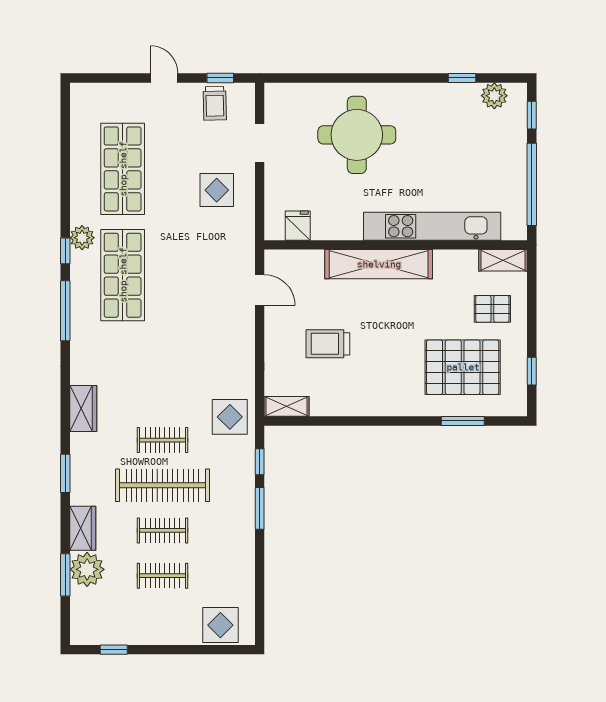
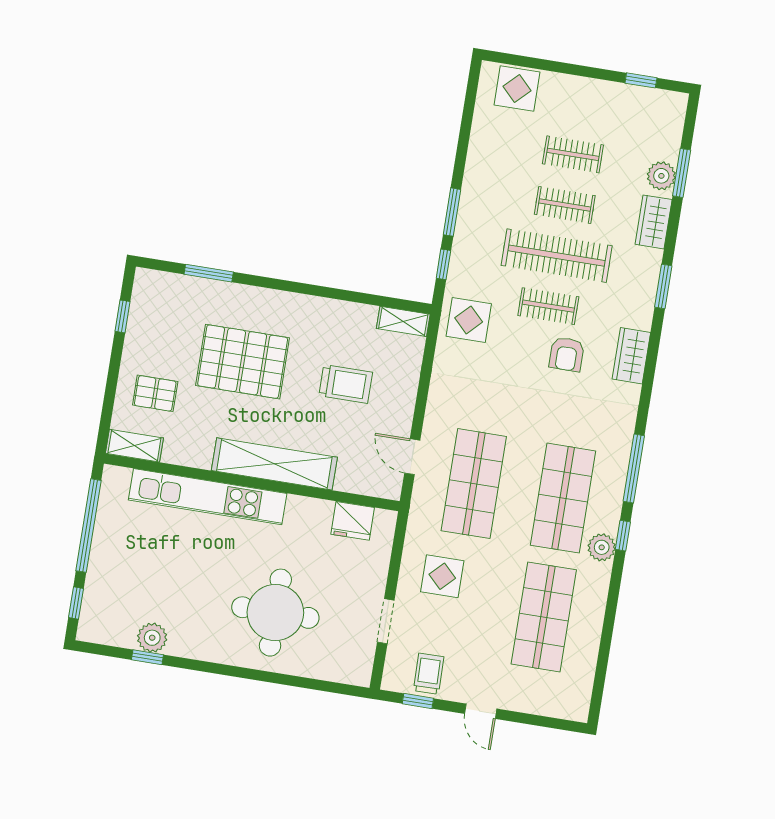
plant: (494, 96) -> (152, 638), moved
fridge: (298, 226) -> (353, 521), width x1.38
shop shelf: (202, 275) -> (474, 484), added
pallet: (463, 367) -> (243, 362), moved
armchair: (140, 401) -> (567, 354), added
plant: (87, 569) -> (661, 176), width x0.73, depth x0.73

